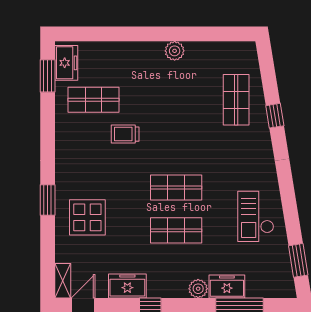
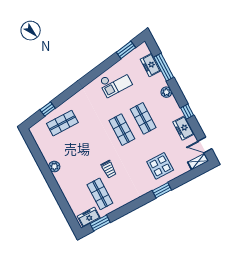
window: (275, 116) -> (48, 109), moved
freezer: (227, 287) -> (151, 65), moved

